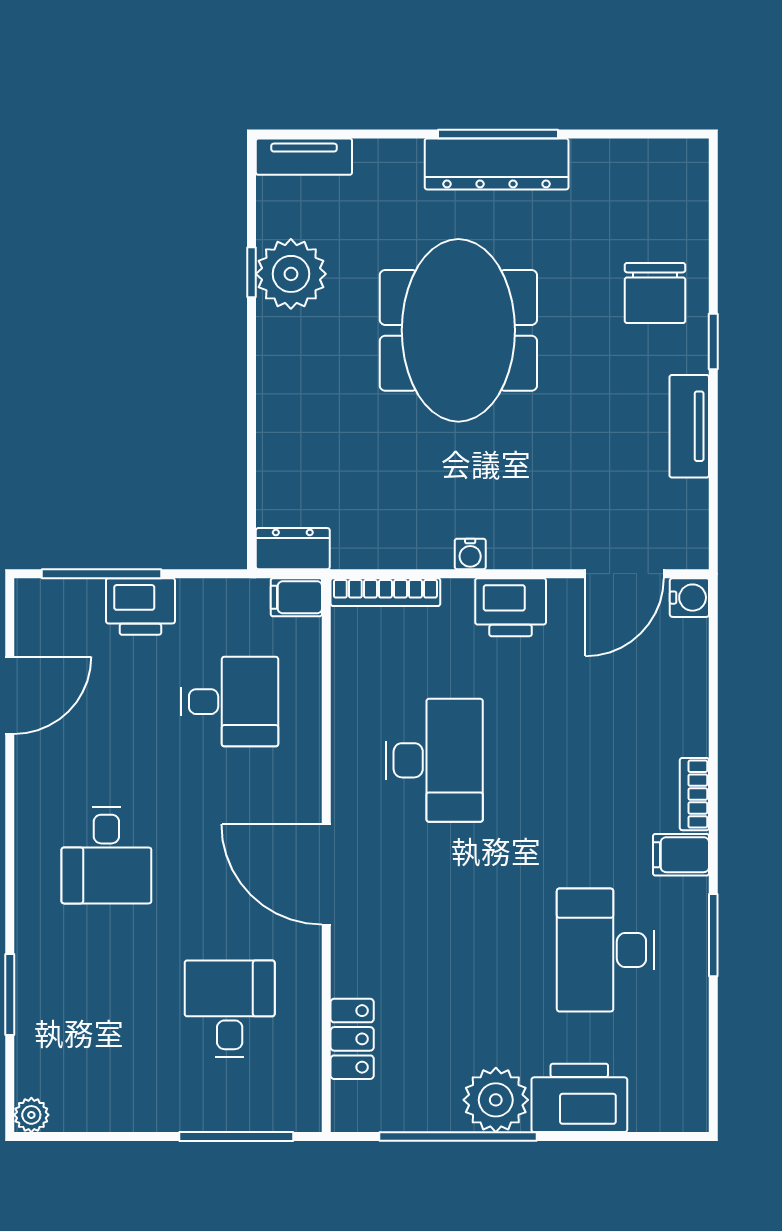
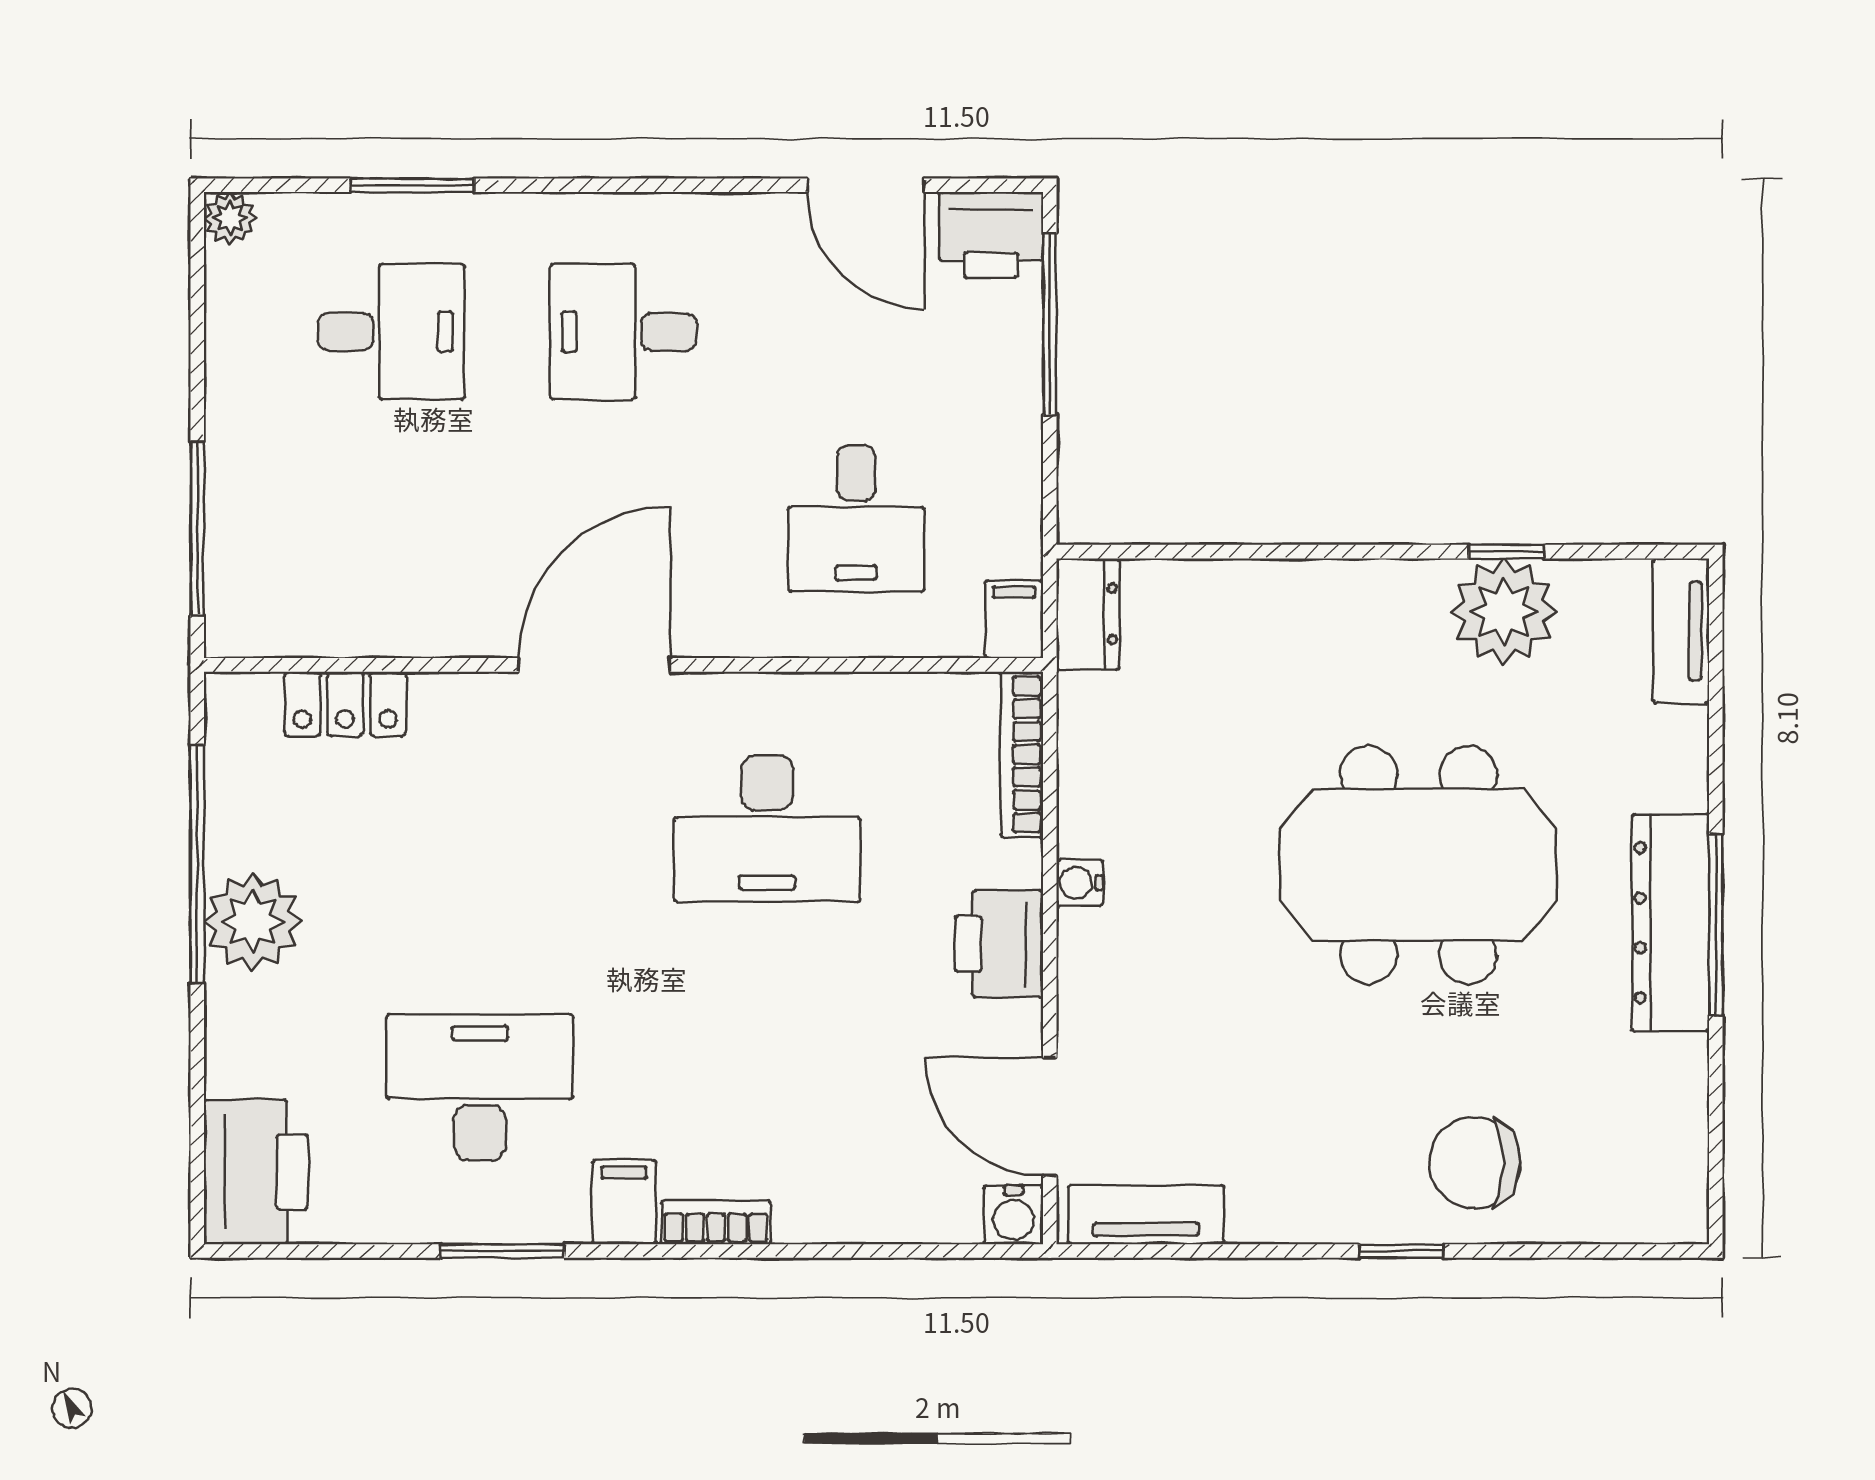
tv unit: (689, 426) -> (1146, 1215), moved
printer: (140, 607) -> (991, 235), moved, turned -90
desk: (230, 1009) -> (391, 332), moved
printer: (579, 1098) -> (256, 1172), moved

